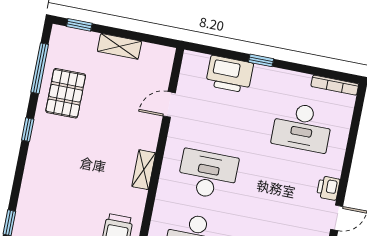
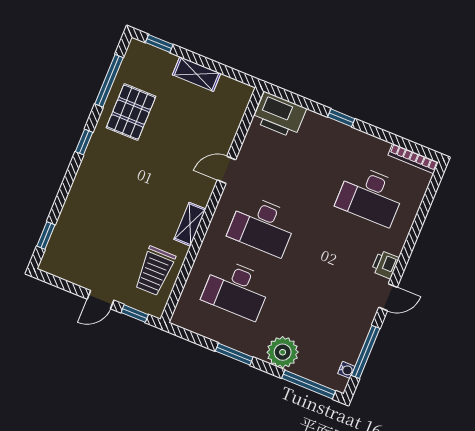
printer: (230, 74) -> (279, 115), moved
door: (169, 104) -> (226, 170), moved
shelving: (144, 170) -> (190, 224), moved
desk: (208, 174) -> (263, 226), turned 180

